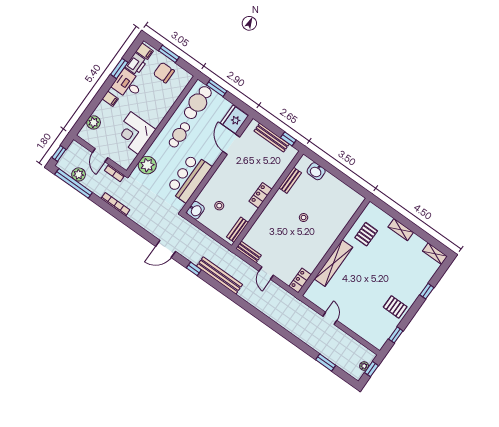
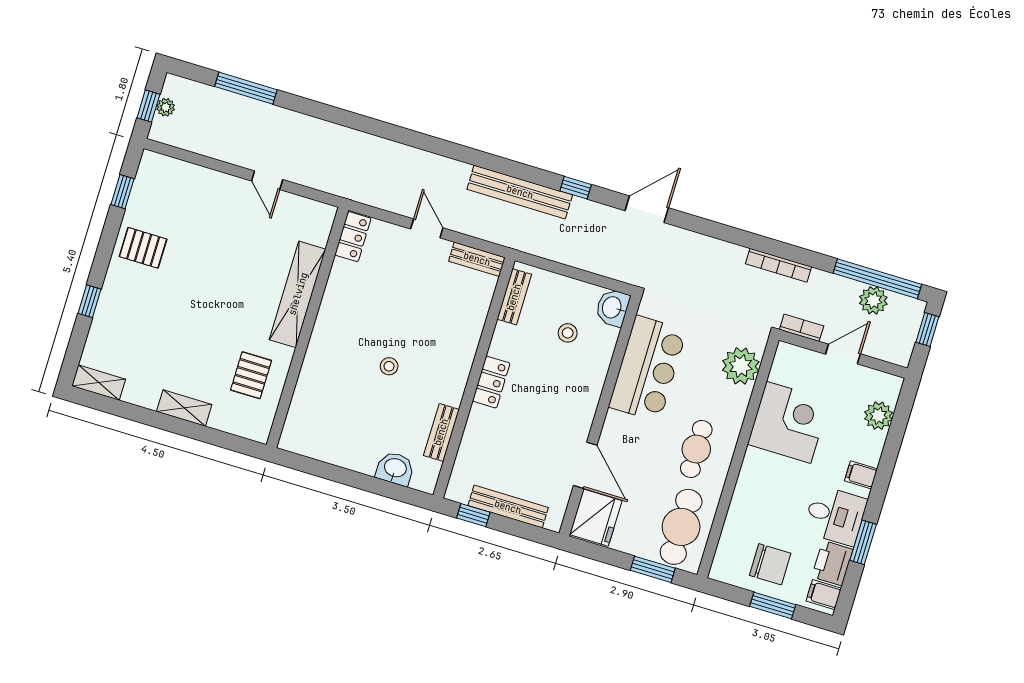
door: (100, 155) -> (843, 354), hinge flipped
window: (326, 362) -> (246, 88), width x1.44

